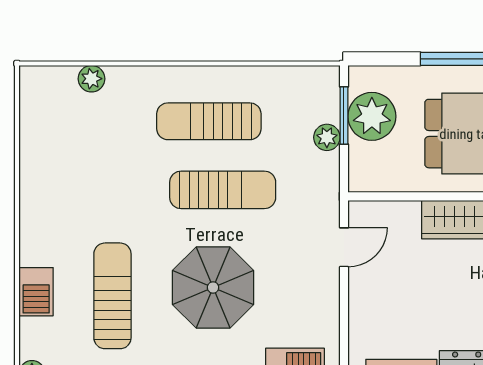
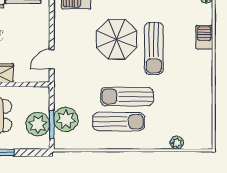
plant: (327, 137) -> (66, 119), width x1.88, depth x1.88
sun lounger: (223, 190) -> (127, 97), moved
sun lounger: (112, 296) -> (154, 48), moved

